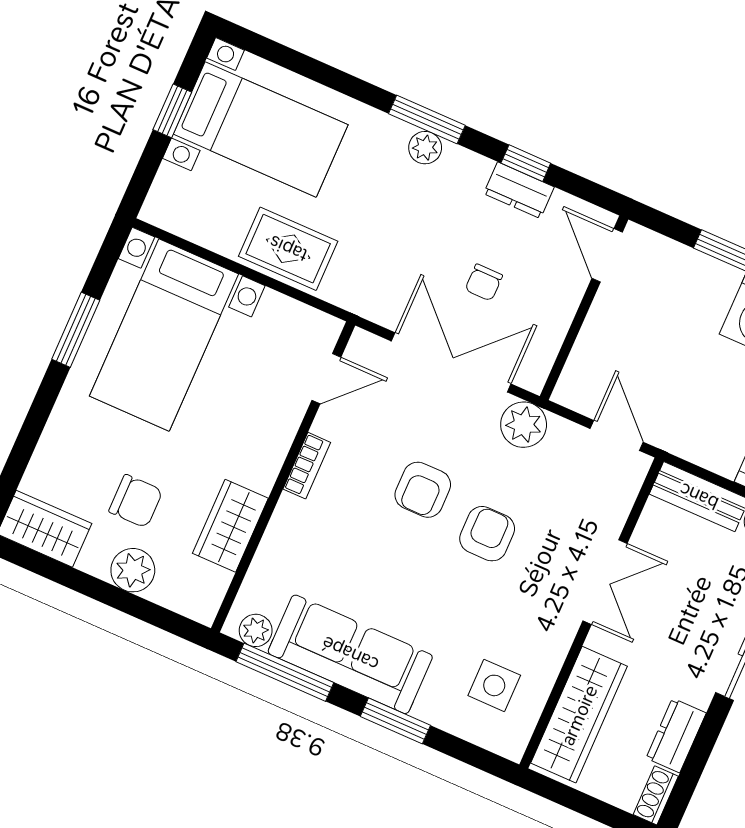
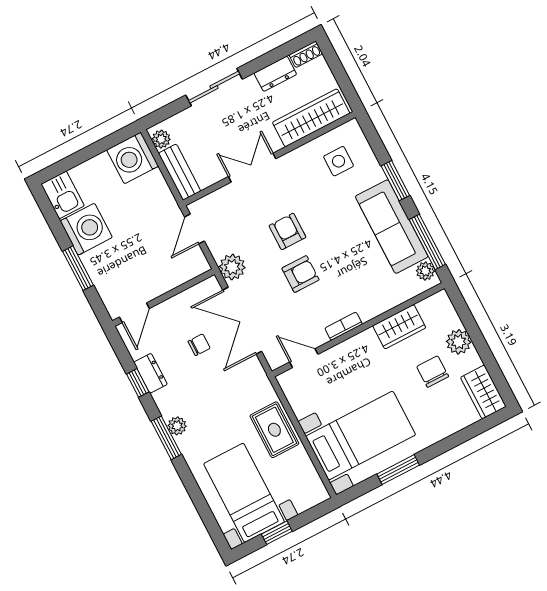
armchair: (487, 534) -> (287, 231), turned 90

